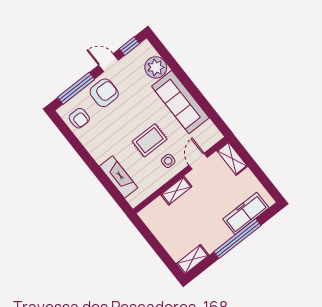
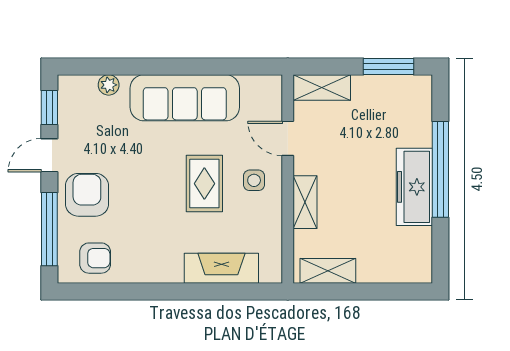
plant: (156, 67) -> (109, 85), width x0.53, depth x0.53
window: (264, 180) -> (389, 67), added
freezer: (246, 213) -> (414, 187), moved
shelving: (193, 259) -> (328, 271), moved, turned 90

